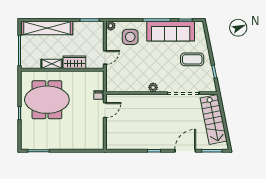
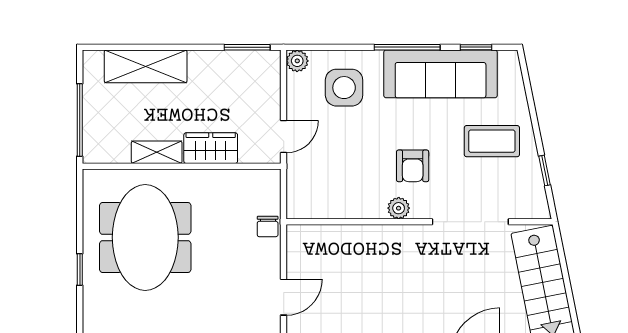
shelving: (47, 28) -> (146, 66), width x0.68
armchair: (159, 70) -> (413, 166), added
meeting table: (47, 100) -> (145, 237), turned 90
door: (105, 110) -> (284, 297), moved

